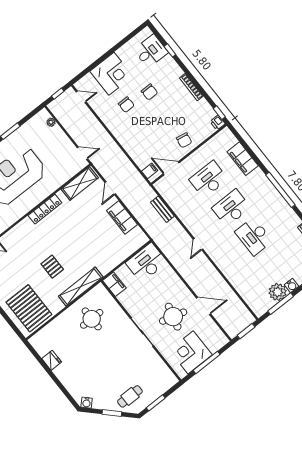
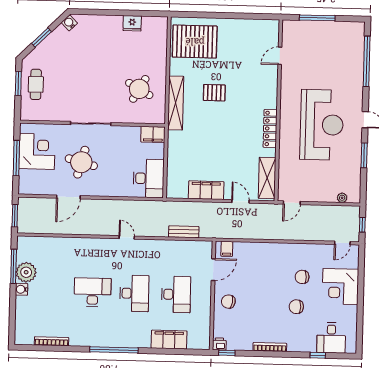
round table: (92, 319) -> (139, 89), turned 30
cafe table: (130, 396) -> (36, 84), moved

